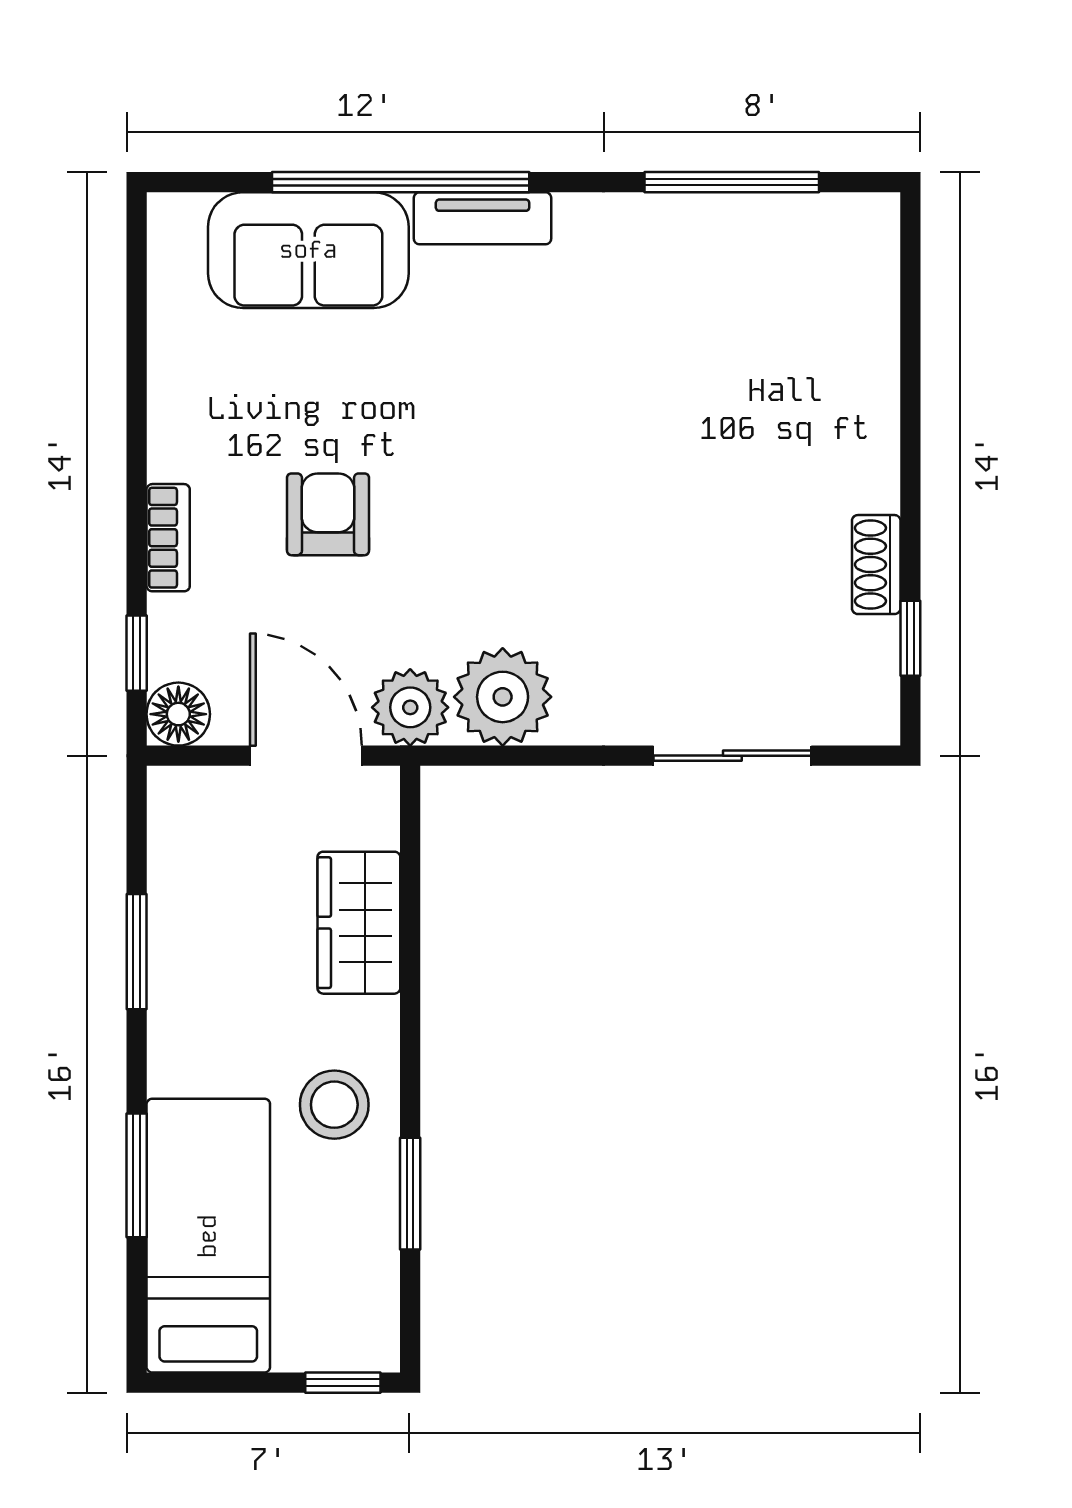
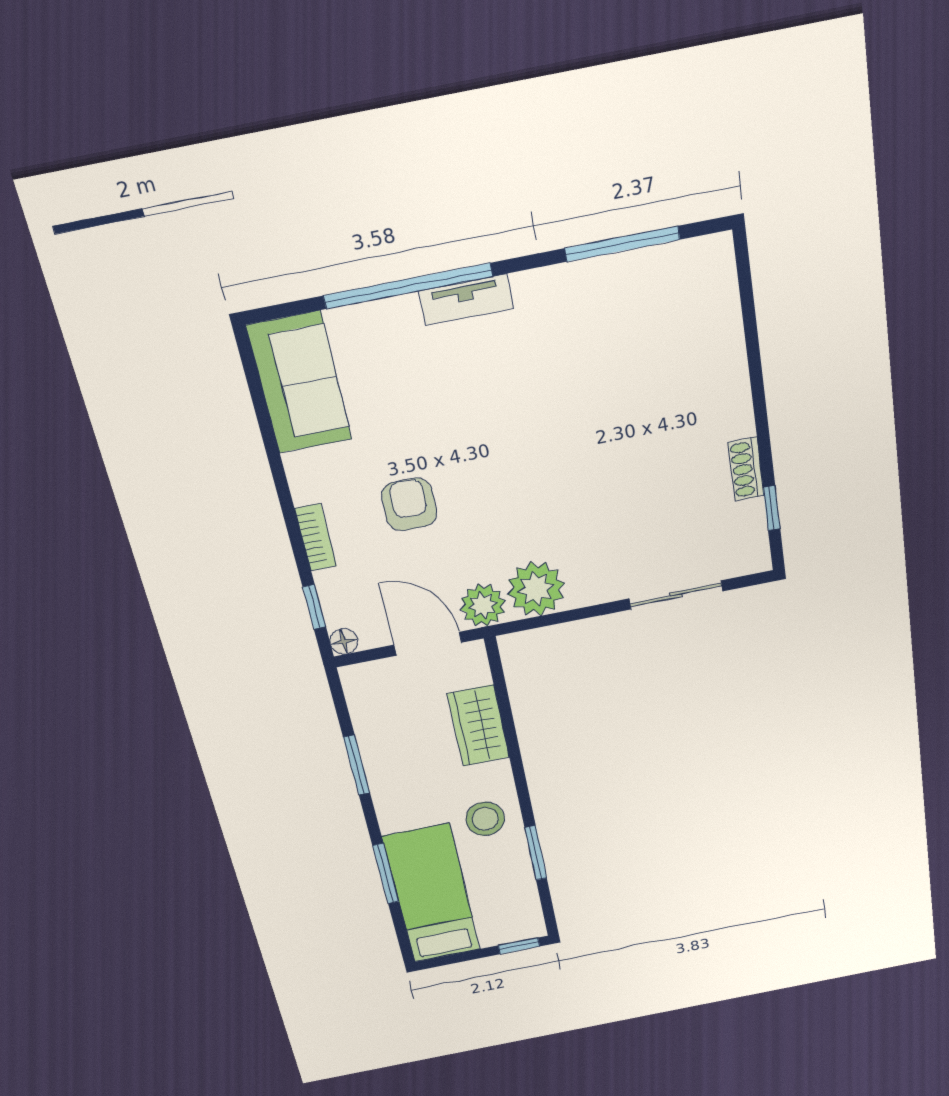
sofa: (308, 250) -> (300, 383), moved, turned -90
floor lamp: (178, 714) -> (344, 641), width x0.73, depth x0.73

